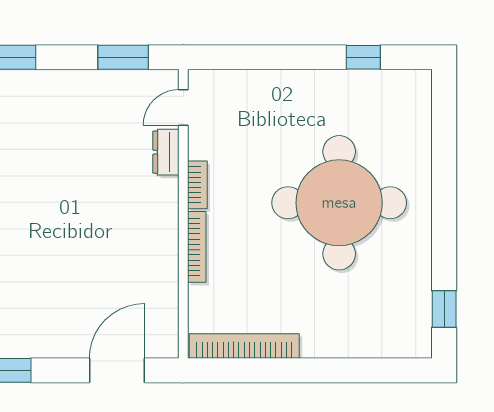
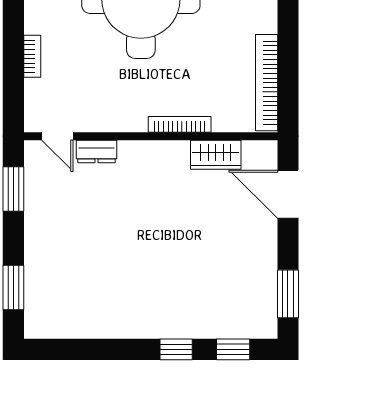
bookcase: (197, 185) -> (32, 56), moved, turned 90
wardrobe: (162, 288) -> (216, 155), added

